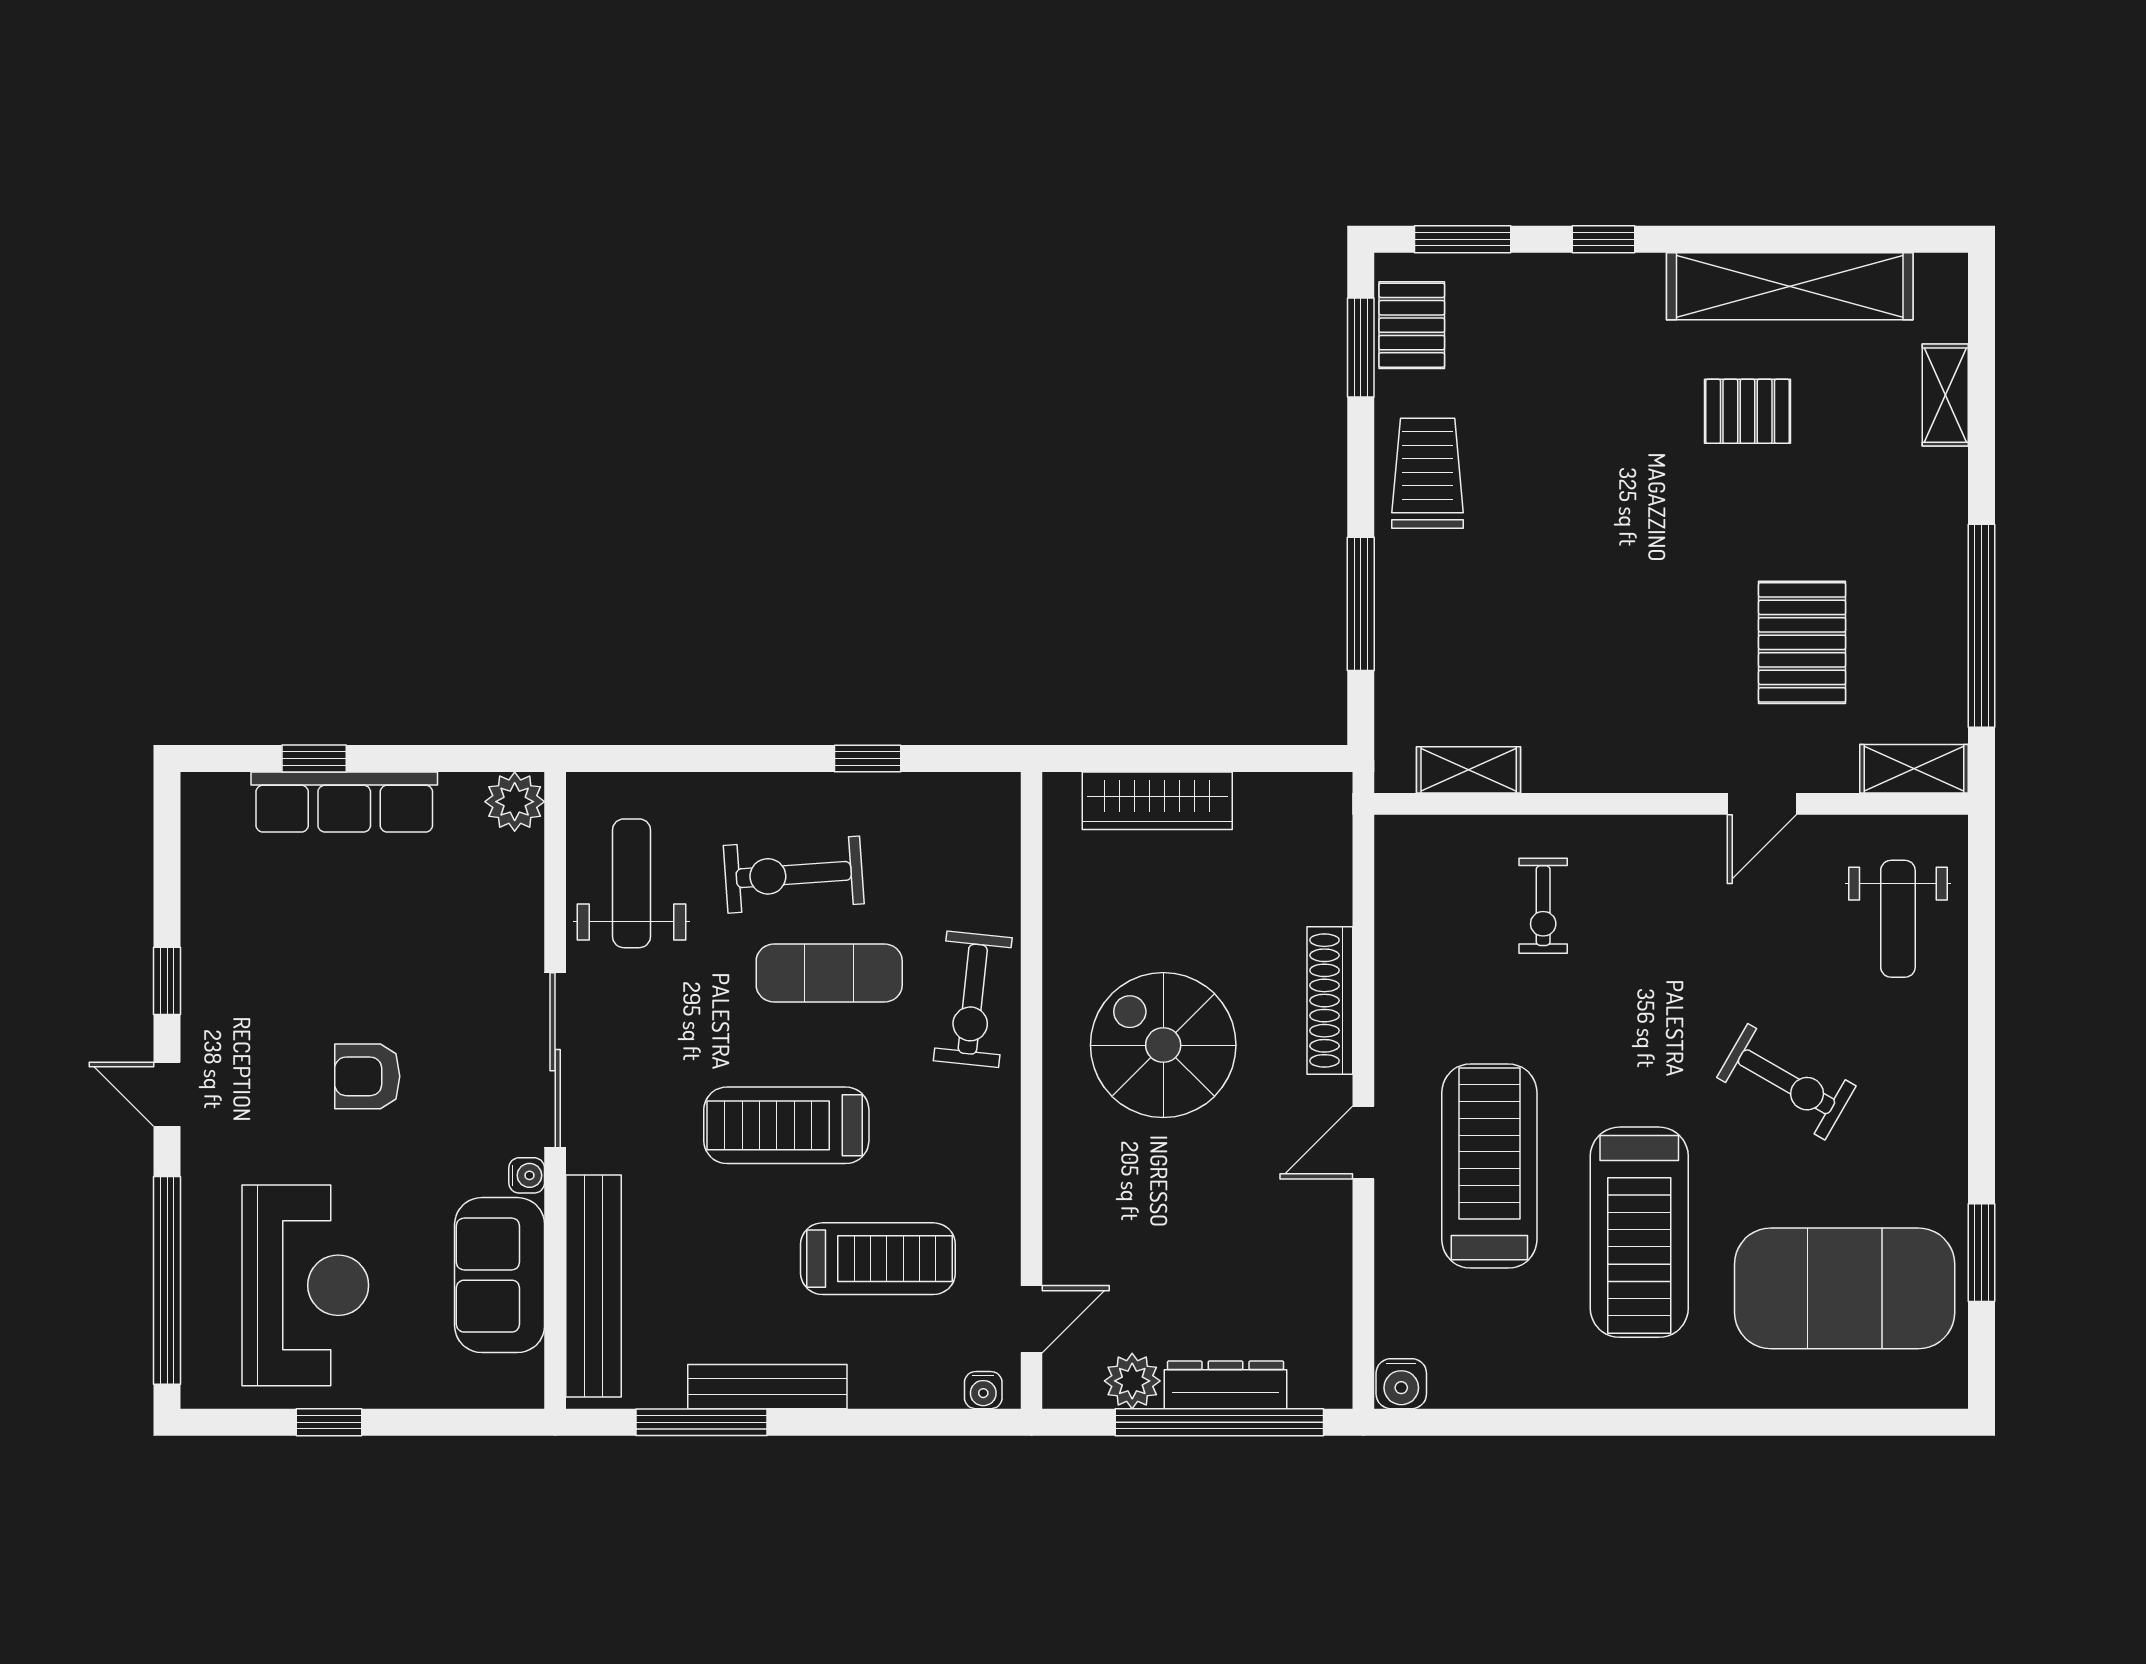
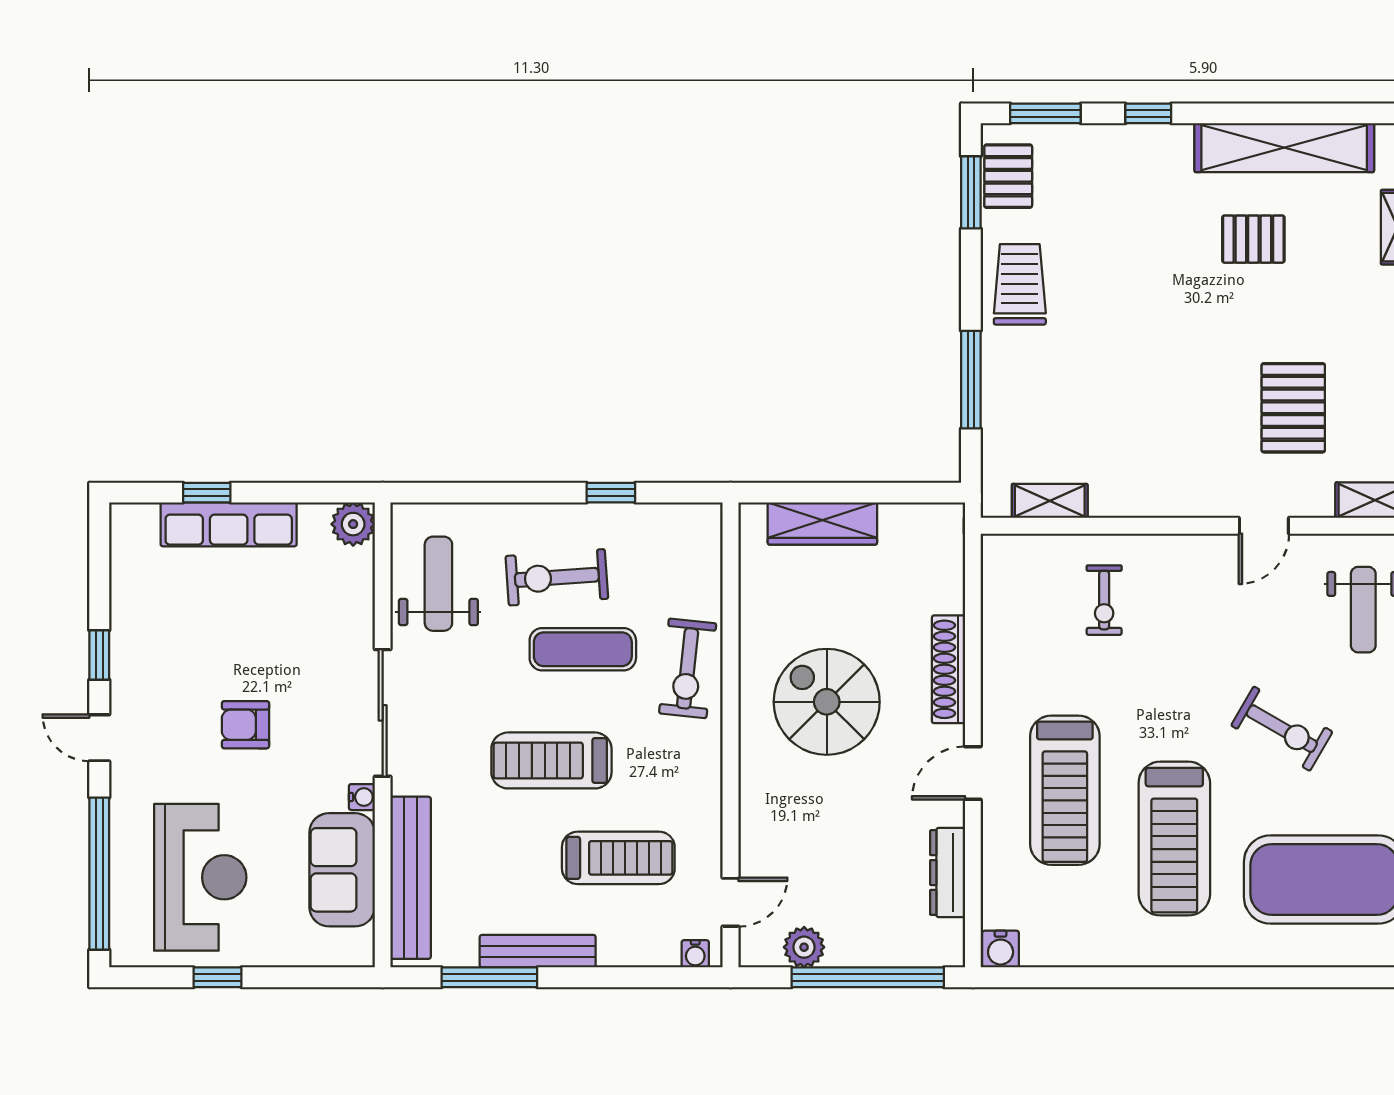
treadmill: (1489, 1166) -> (1065, 790), turned 180
dresser: (1225, 1385) -> (948, 873), moved, turned -90

